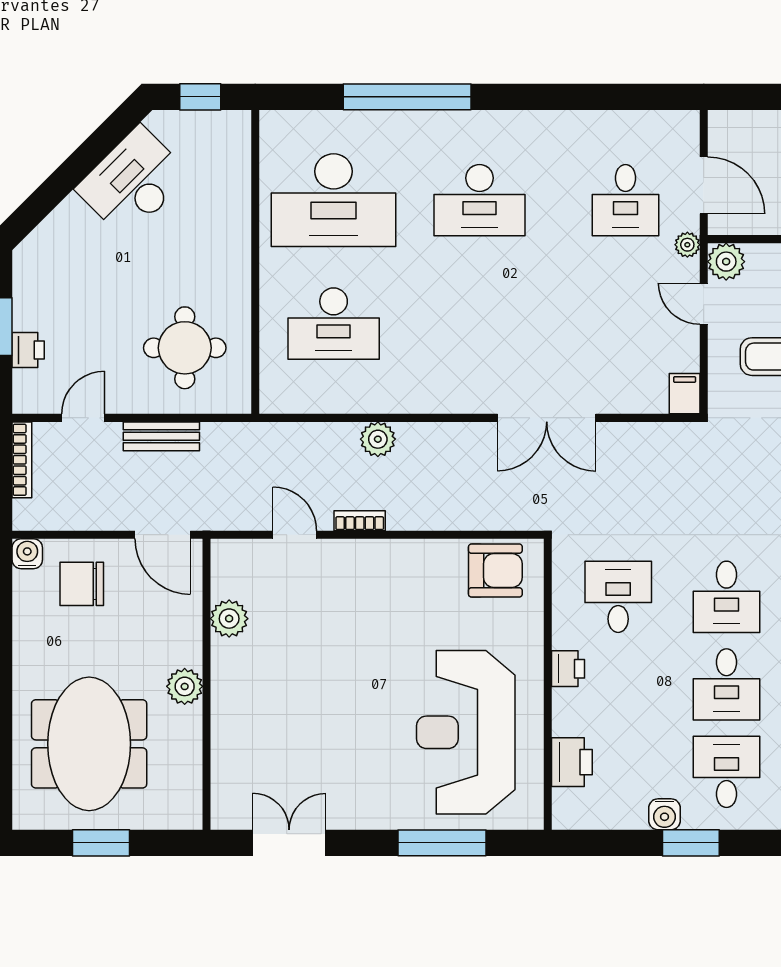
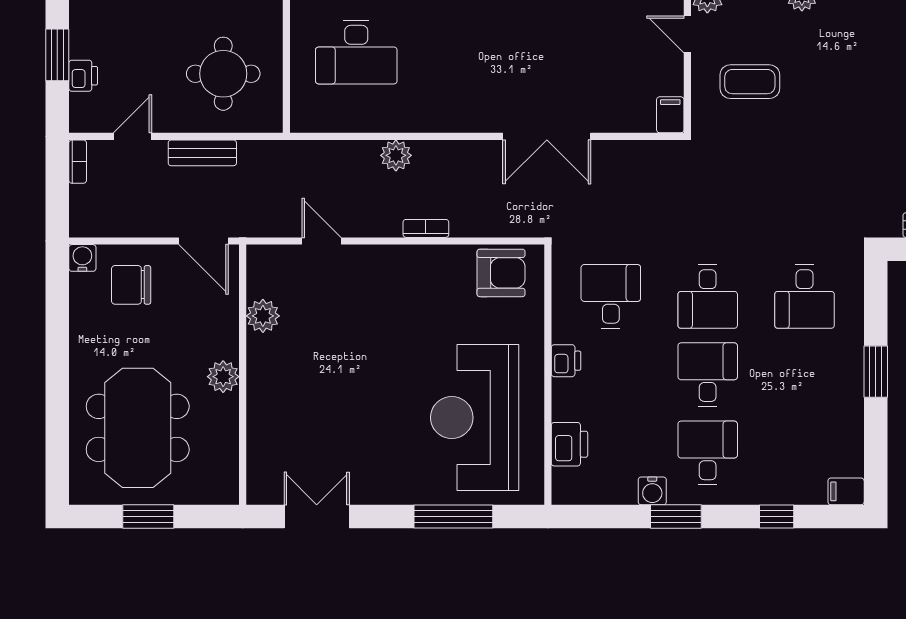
bookcase: (22, 460) -> (78, 162), width x0.64
bookcase: (360, 521) -> (426, 228), moved
desk: (726, 684) -> (708, 375), turned 180

